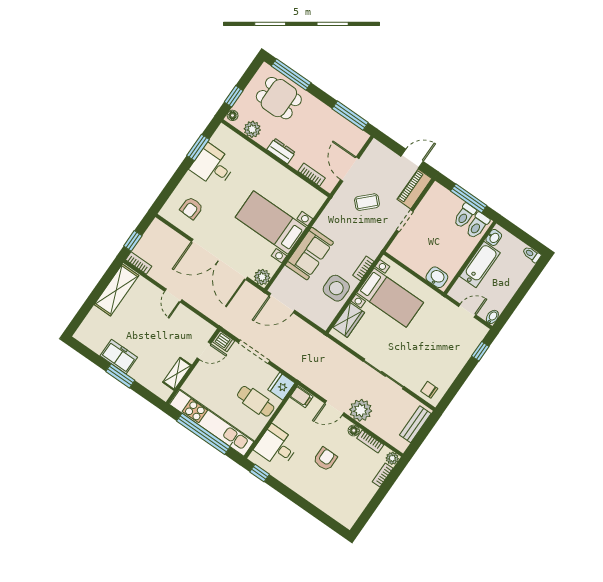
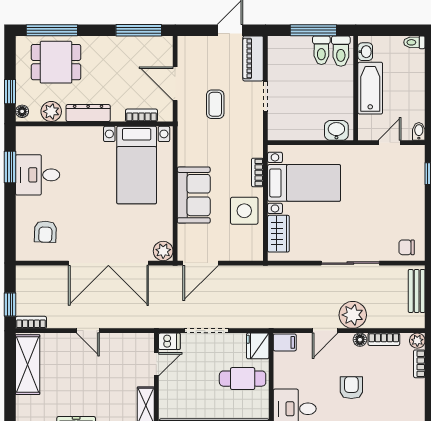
dresser: (281, 151) -> (88, 113), width x1.44
coffee table: (367, 202) -> (215, 104), turned -45
bed with nightstands: (271, 222) -> (137, 165), moved, turned -90

